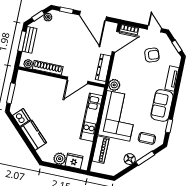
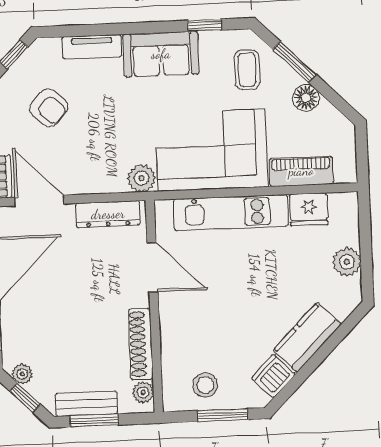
armchair: (152, 55) -> (49, 108), turned 151
stool: (25, 89) -> (205, 385), added
fridge: (74, 161) -> (309, 209), moved, turned -90

